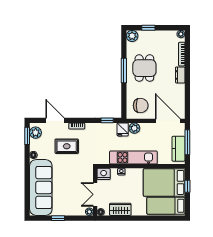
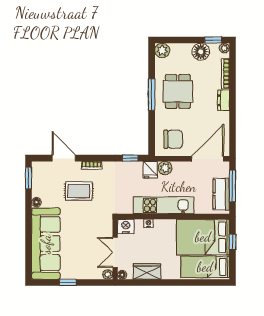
window: (148, 28) -> (213, 40), moved
floor lamp: (162, 37) -> (201, 52), added
door: (168, 121) -> (208, 159), hinge flipped
plant: (36, 133) -> (39, 174), removed

